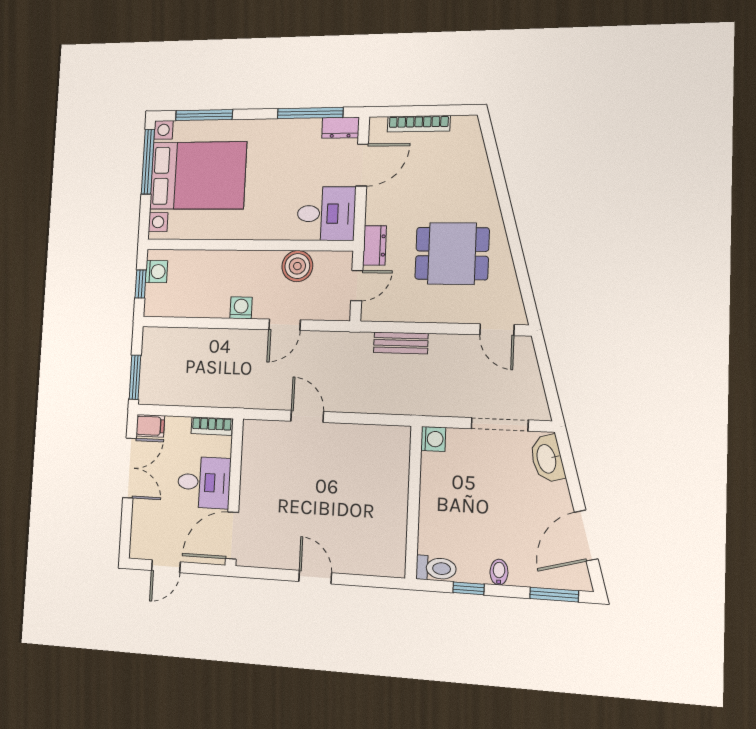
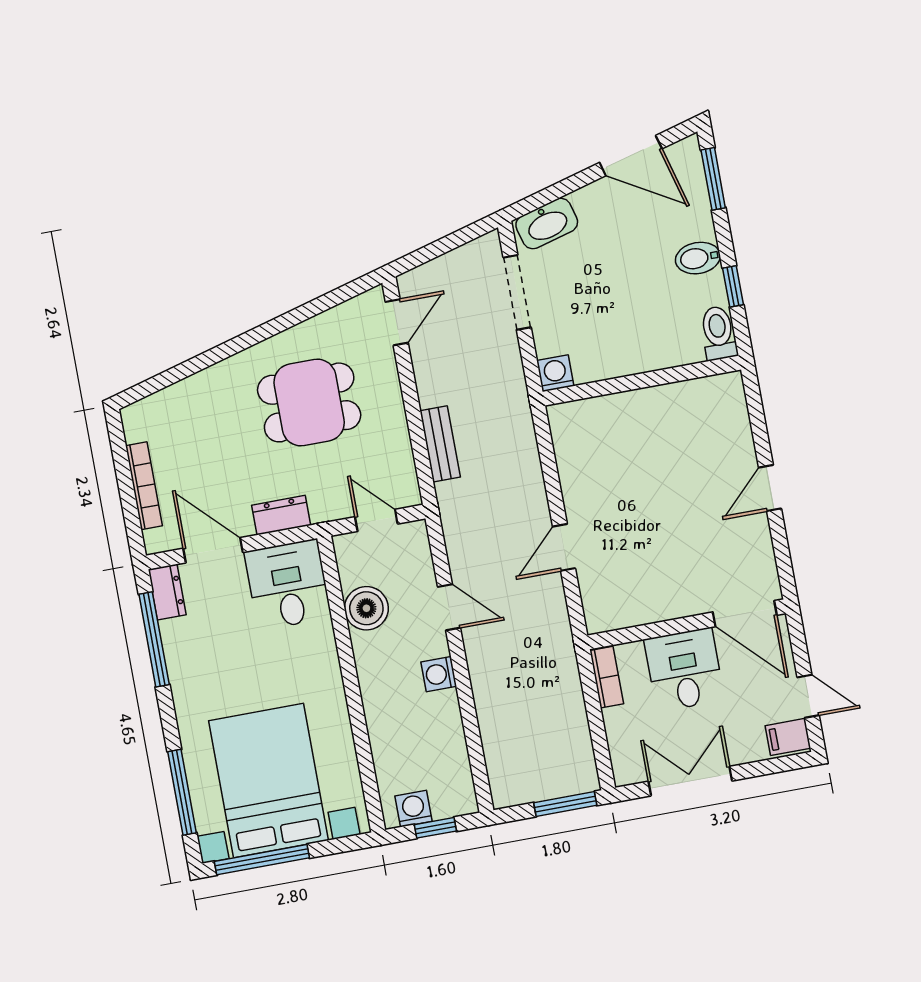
dresser: (375, 245) -> (281, 515), moved
dining table: (452, 254) -> (309, 402), turned 90
filing cabinet: (150, 426) -> (788, 737), moved, turned -90
bidet: (499, 572) -> (698, 258), width x1.38, depth x1.36

